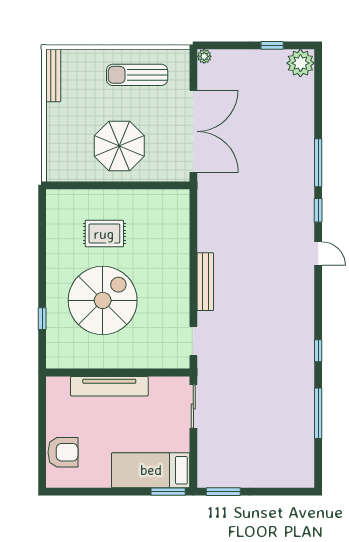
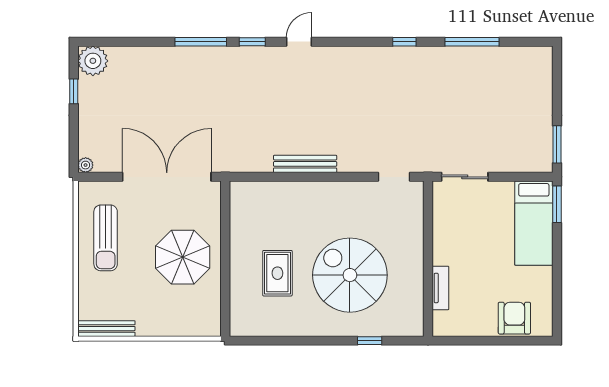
bench: (205, 282) -> (305, 164), moved
tv unit: (109, 386) -> (440, 288), width x0.52, depth x0.78

